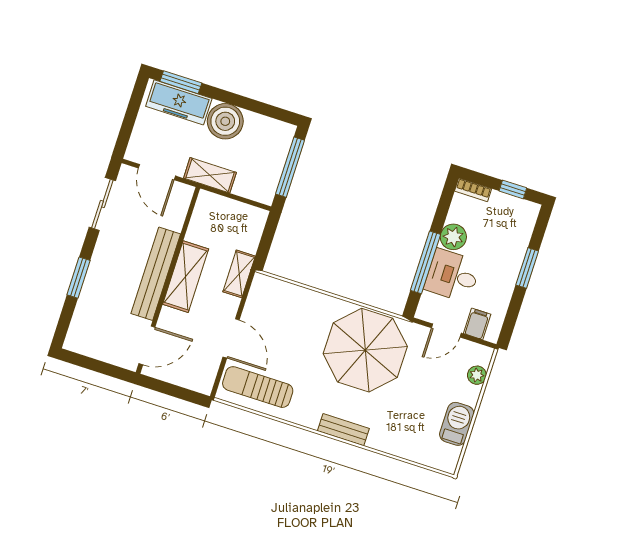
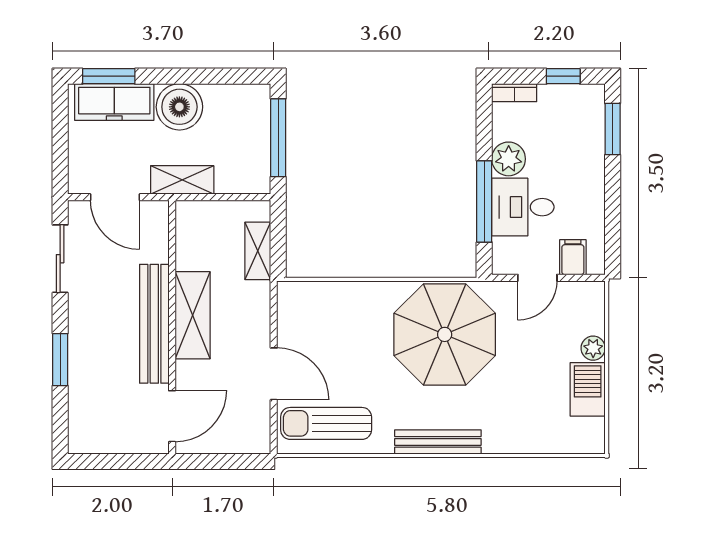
window: (527, 268) -> (613, 129), moved
shelving: (239, 274) -> (258, 251), moved
plant: (477, 375) -> (593, 348), moved
bench: (343, 430) -> (438, 442), width x1.36

